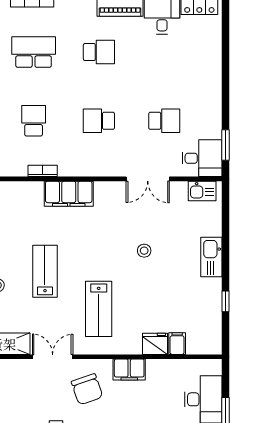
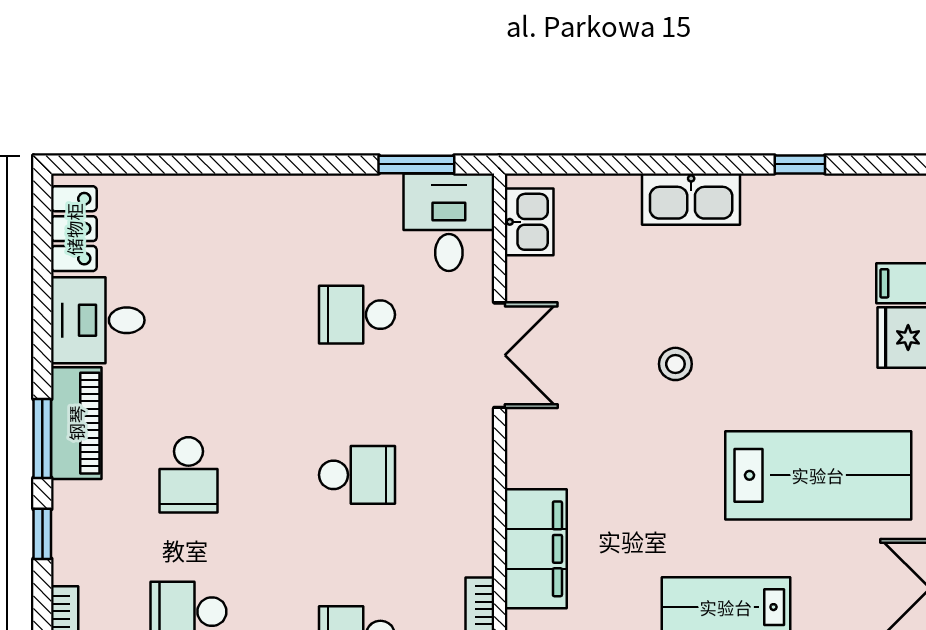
school desk: (99, 52) -> (188, 475), turned 180
school desk: (99, 121) -> (357, 475), turned -90
school desk: (164, 121) -> (357, 315), turned -90
lab bench: (99, 309) -> (818, 475), width x1.36, depth x1.39

